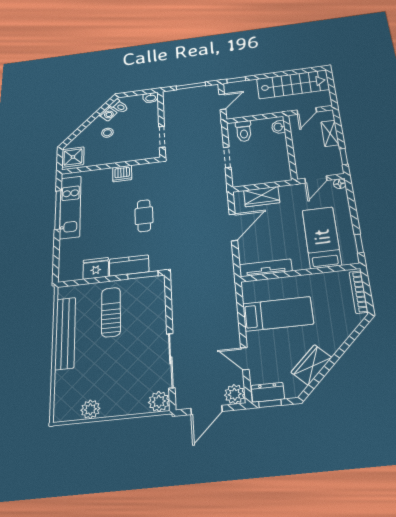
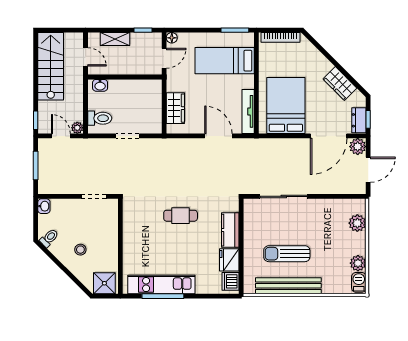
washing machine: (108, 114) -> (57, 249), removed
plant: (232, 114) -> (77, 128), added
dishwasher: (122, 174) -> (231, 281), moved, turned 180
door: (316, 179) -> (164, 58), hinge flipped
door: (233, 227) -> (218, 136), moved
window: (359, 244) -> (235, 30), width x1.50
window: (143, 275) -> (241, 218), removed
sun lounger: (111, 312) -> (287, 254), moved
bed: (278, 314) -> (286, 106), width x1.50
door: (245, 359) -> (329, 136), width x1.88
sliding door: (171, 360) -> (284, 196), moved
plant: (159, 402) -> (357, 223), moved
door: (206, 410) -> (368, 170), hinge flipped
barbecue: (67, 413) -> (359, 282), added

